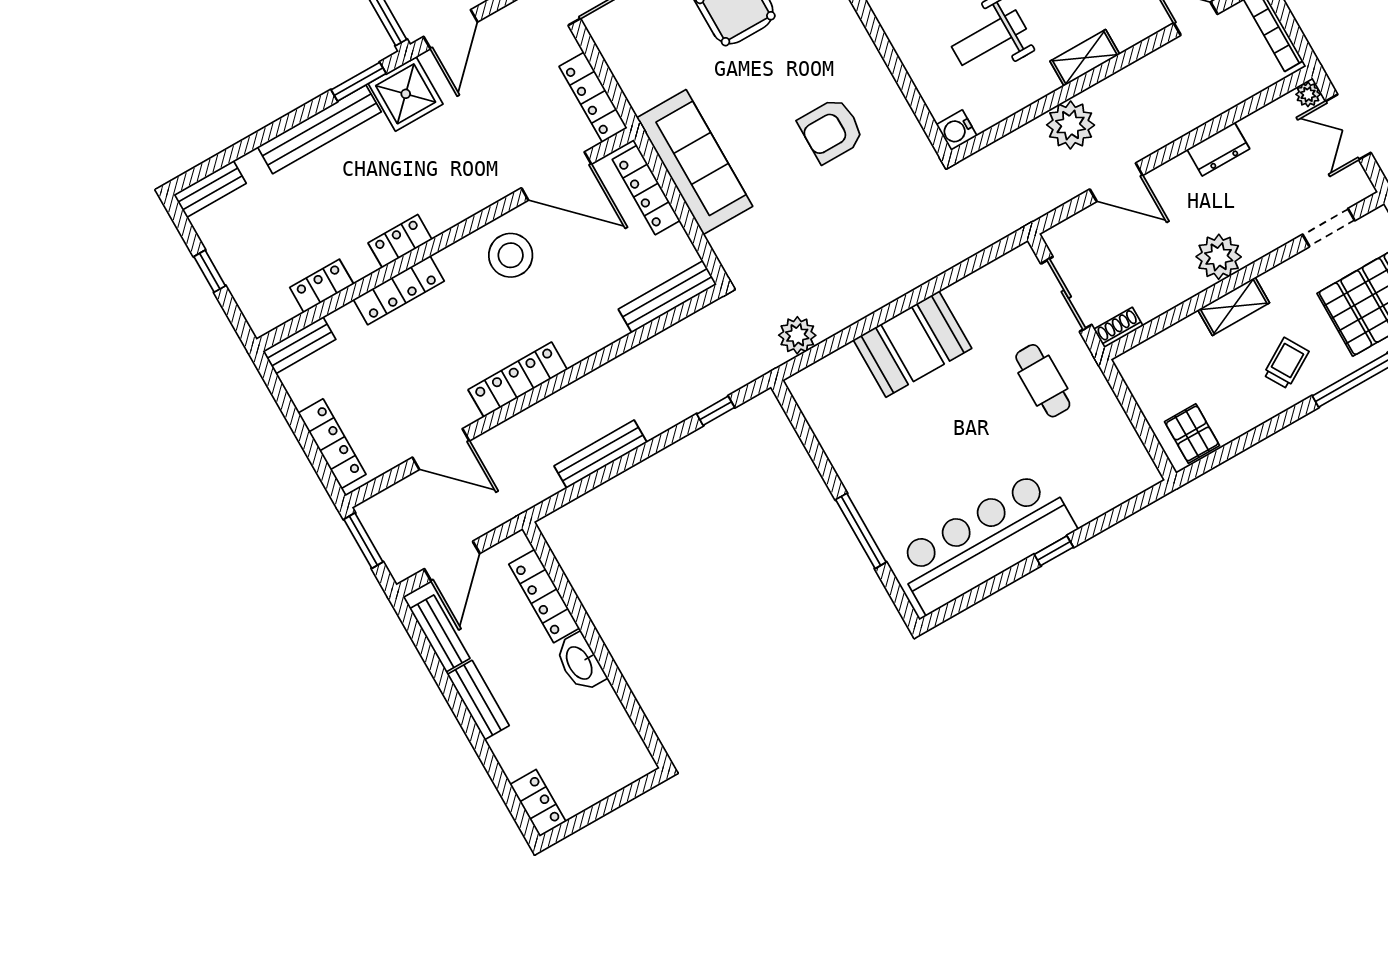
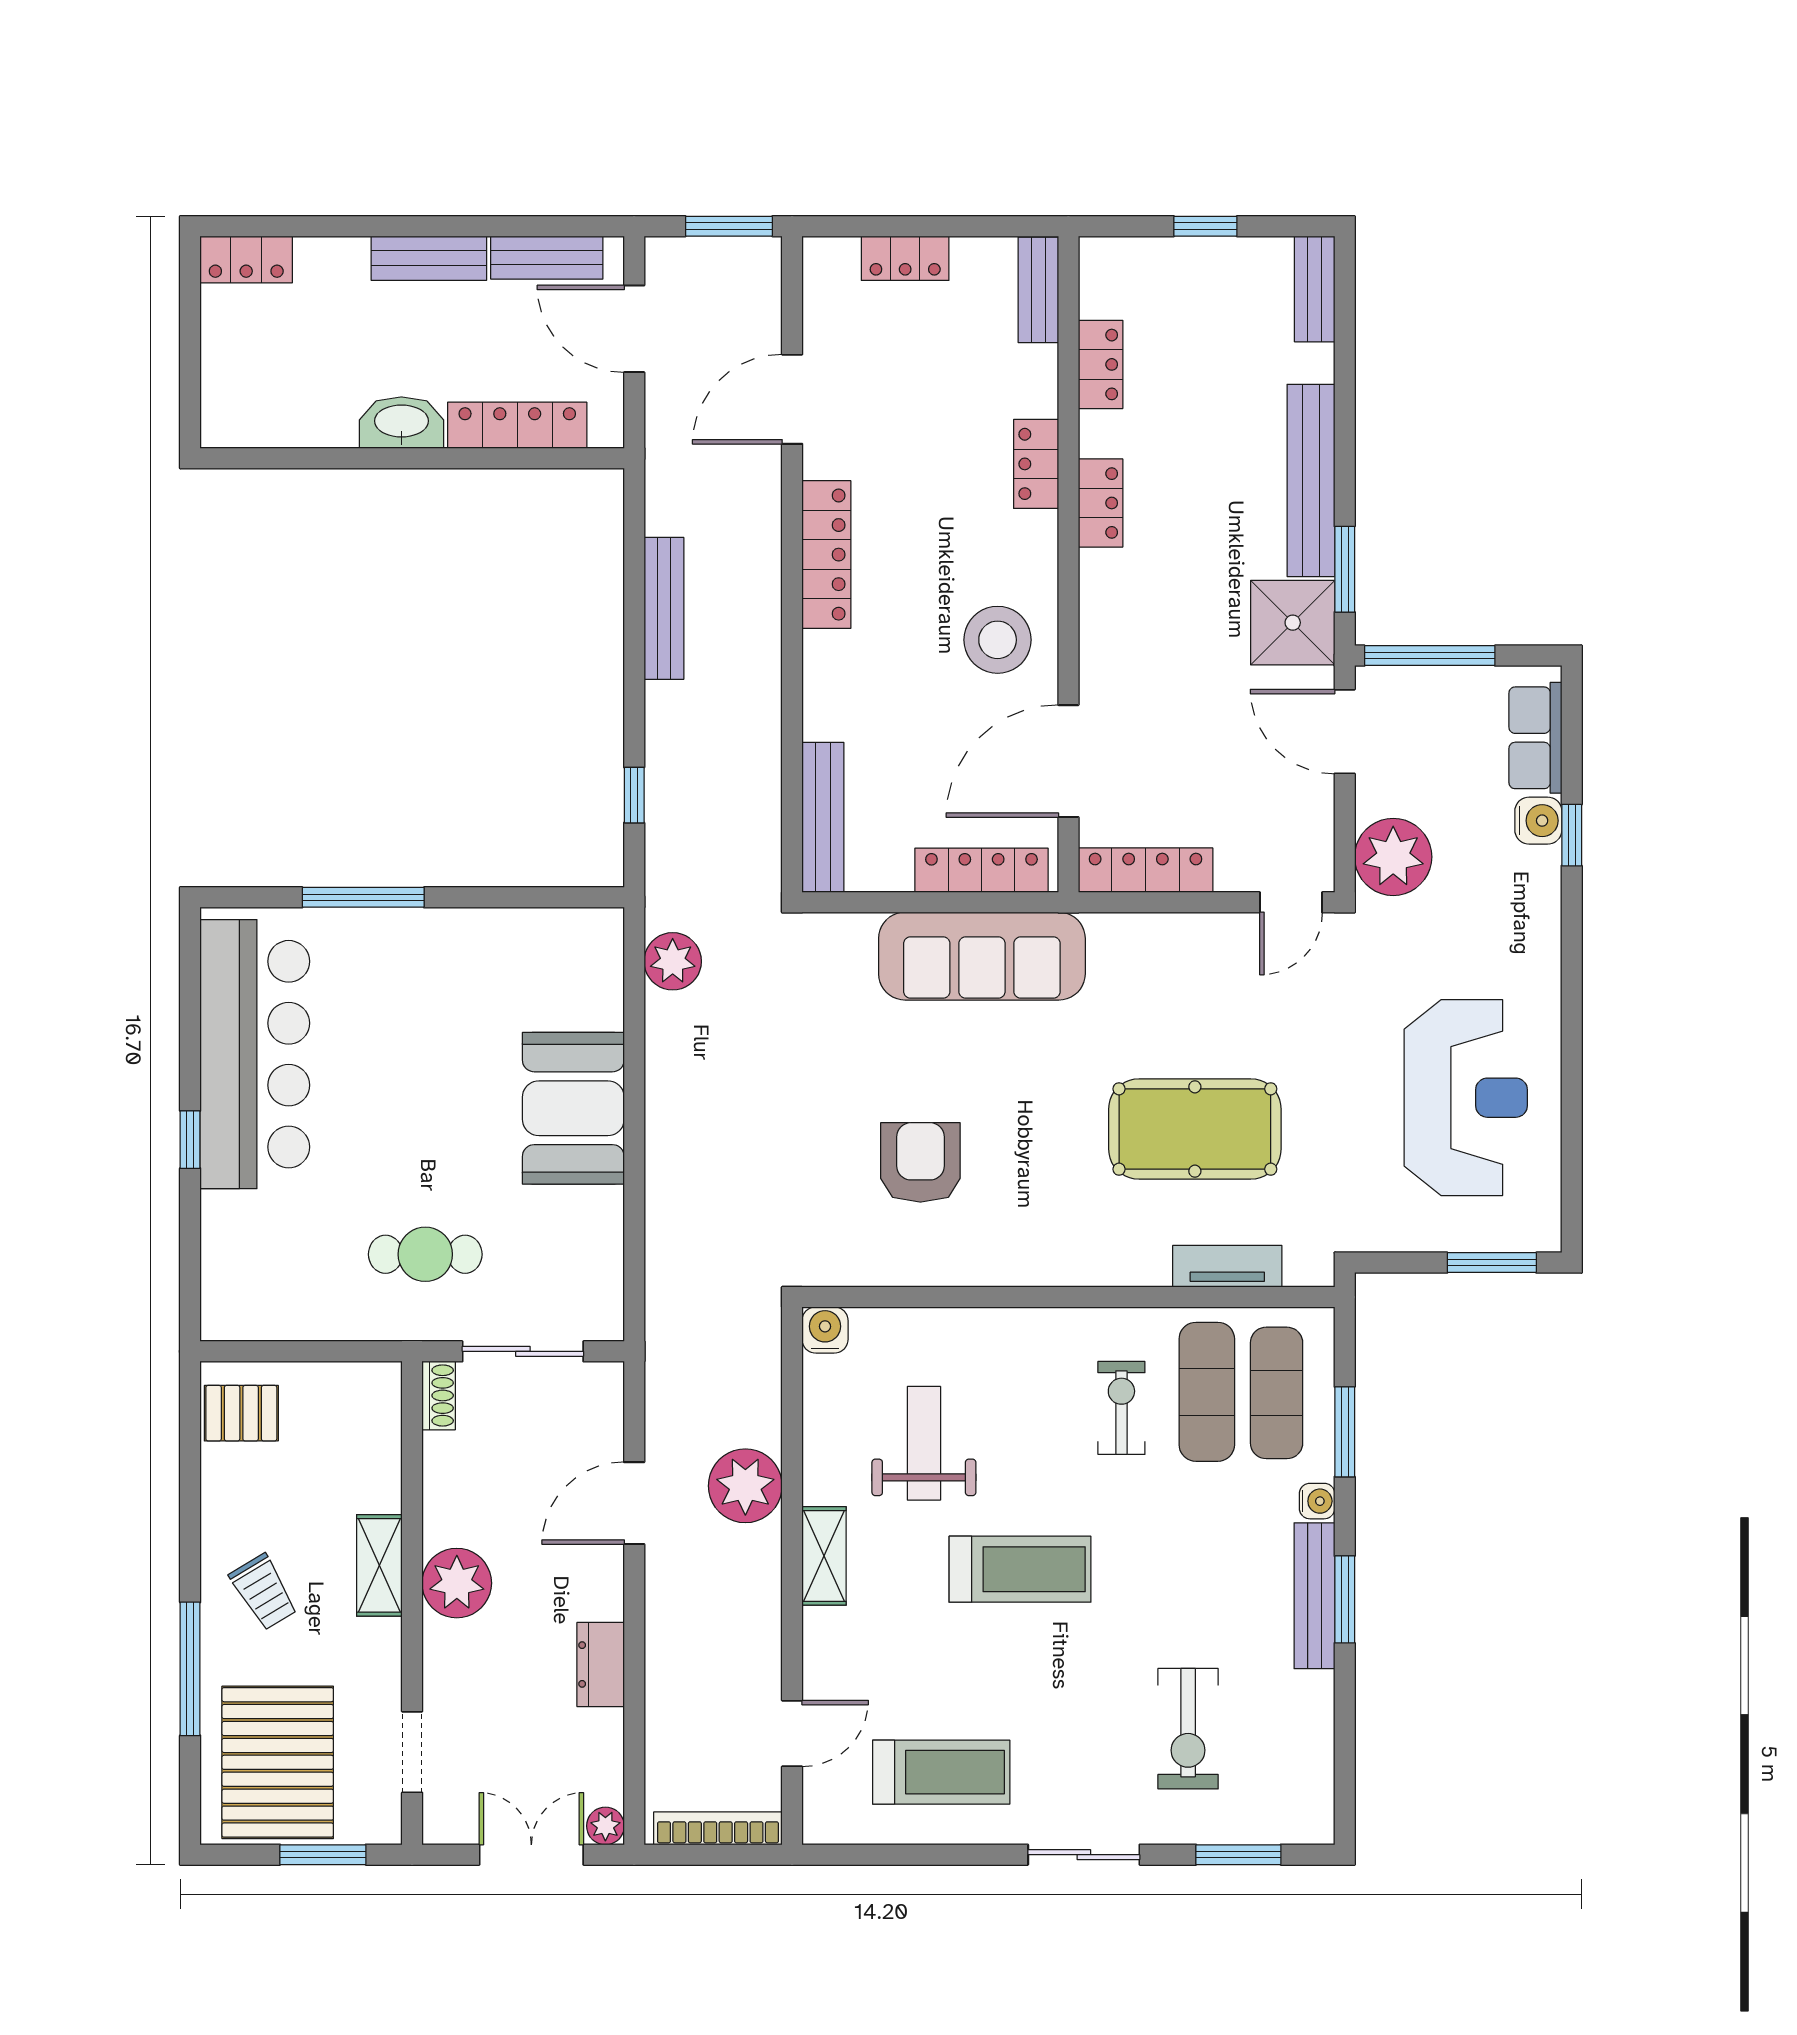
locker: (399, 290) -> (1036, 464), width x0.66
locker: (332, 444) -> (905, 258), width x0.66

